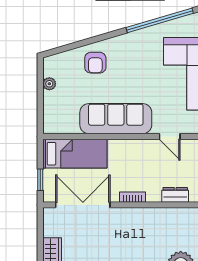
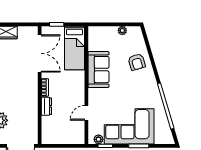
armchair: (95, 63) -> (137, 62), turned -107
sofa: (116, 119) -> (98, 70), width x0.73
dresser: (175, 195) -> (46, 106), moved

